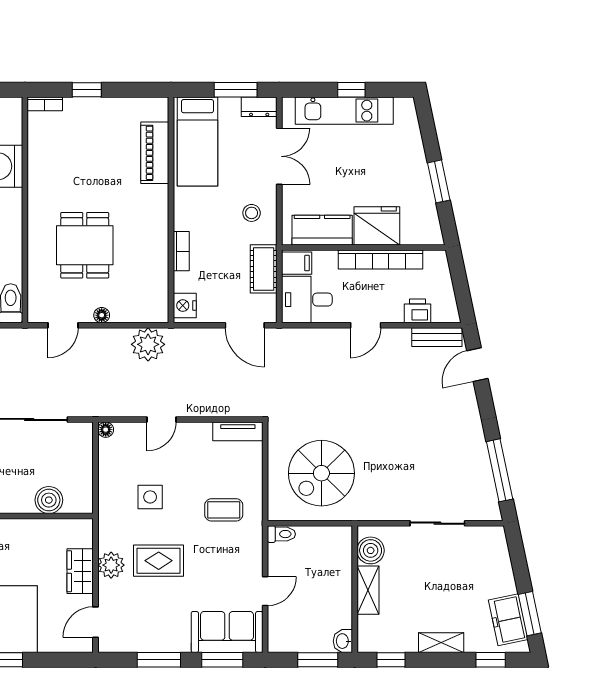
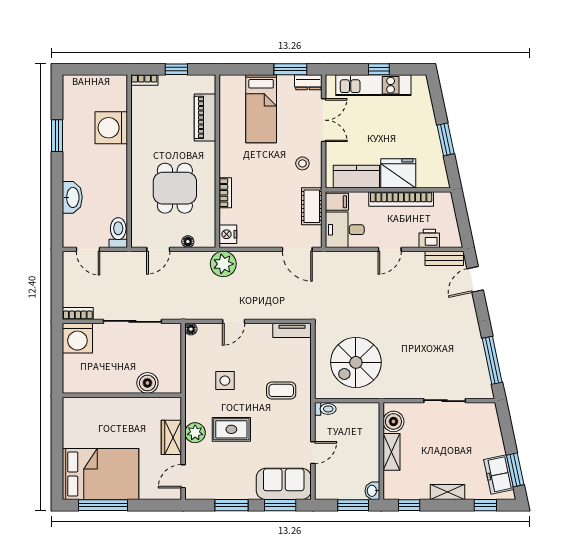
piano: (155, 153) -> (205, 117), moved
wall: (171, 210) -> (217, 161), moved
bookcase: (181, 251) -> (225, 193), moved
nightstand: (185, 306) -> (228, 234), moved

